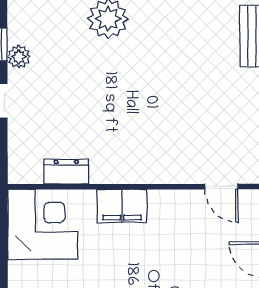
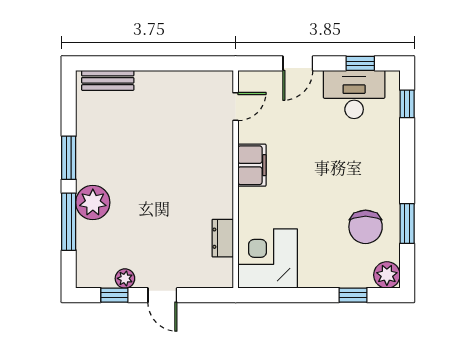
filing cabinet: (122, 206) -> (252, 165), moved

